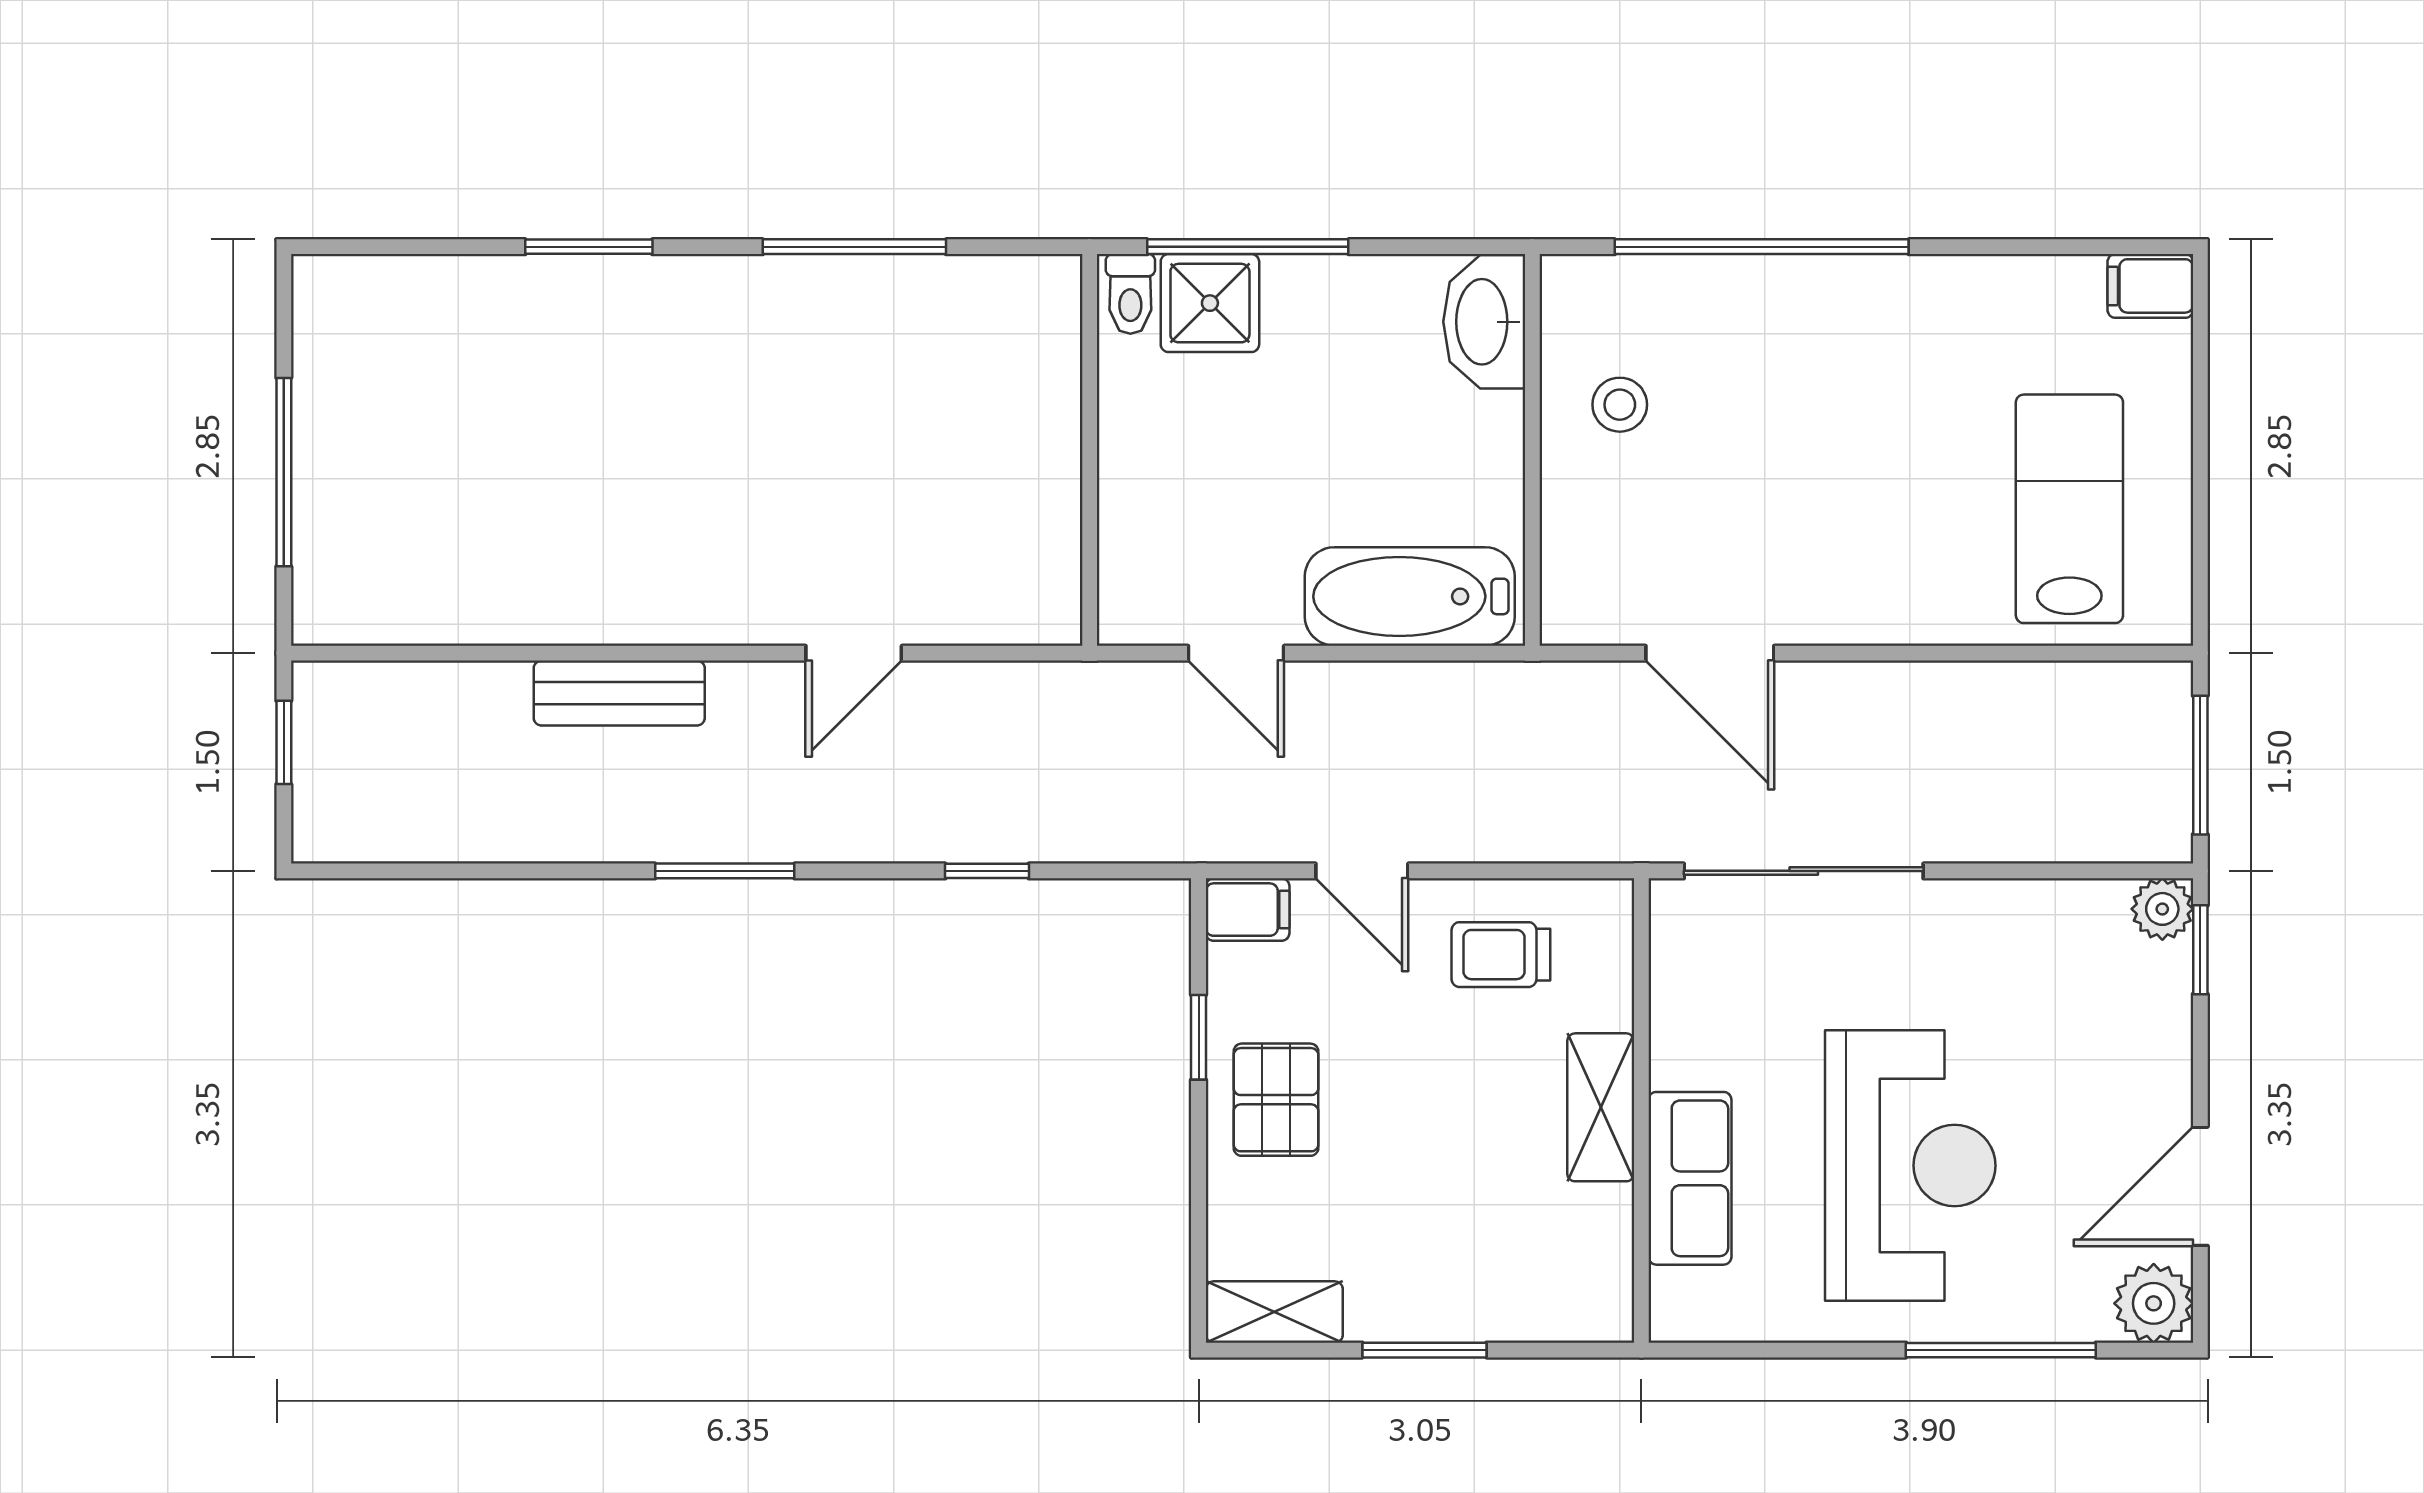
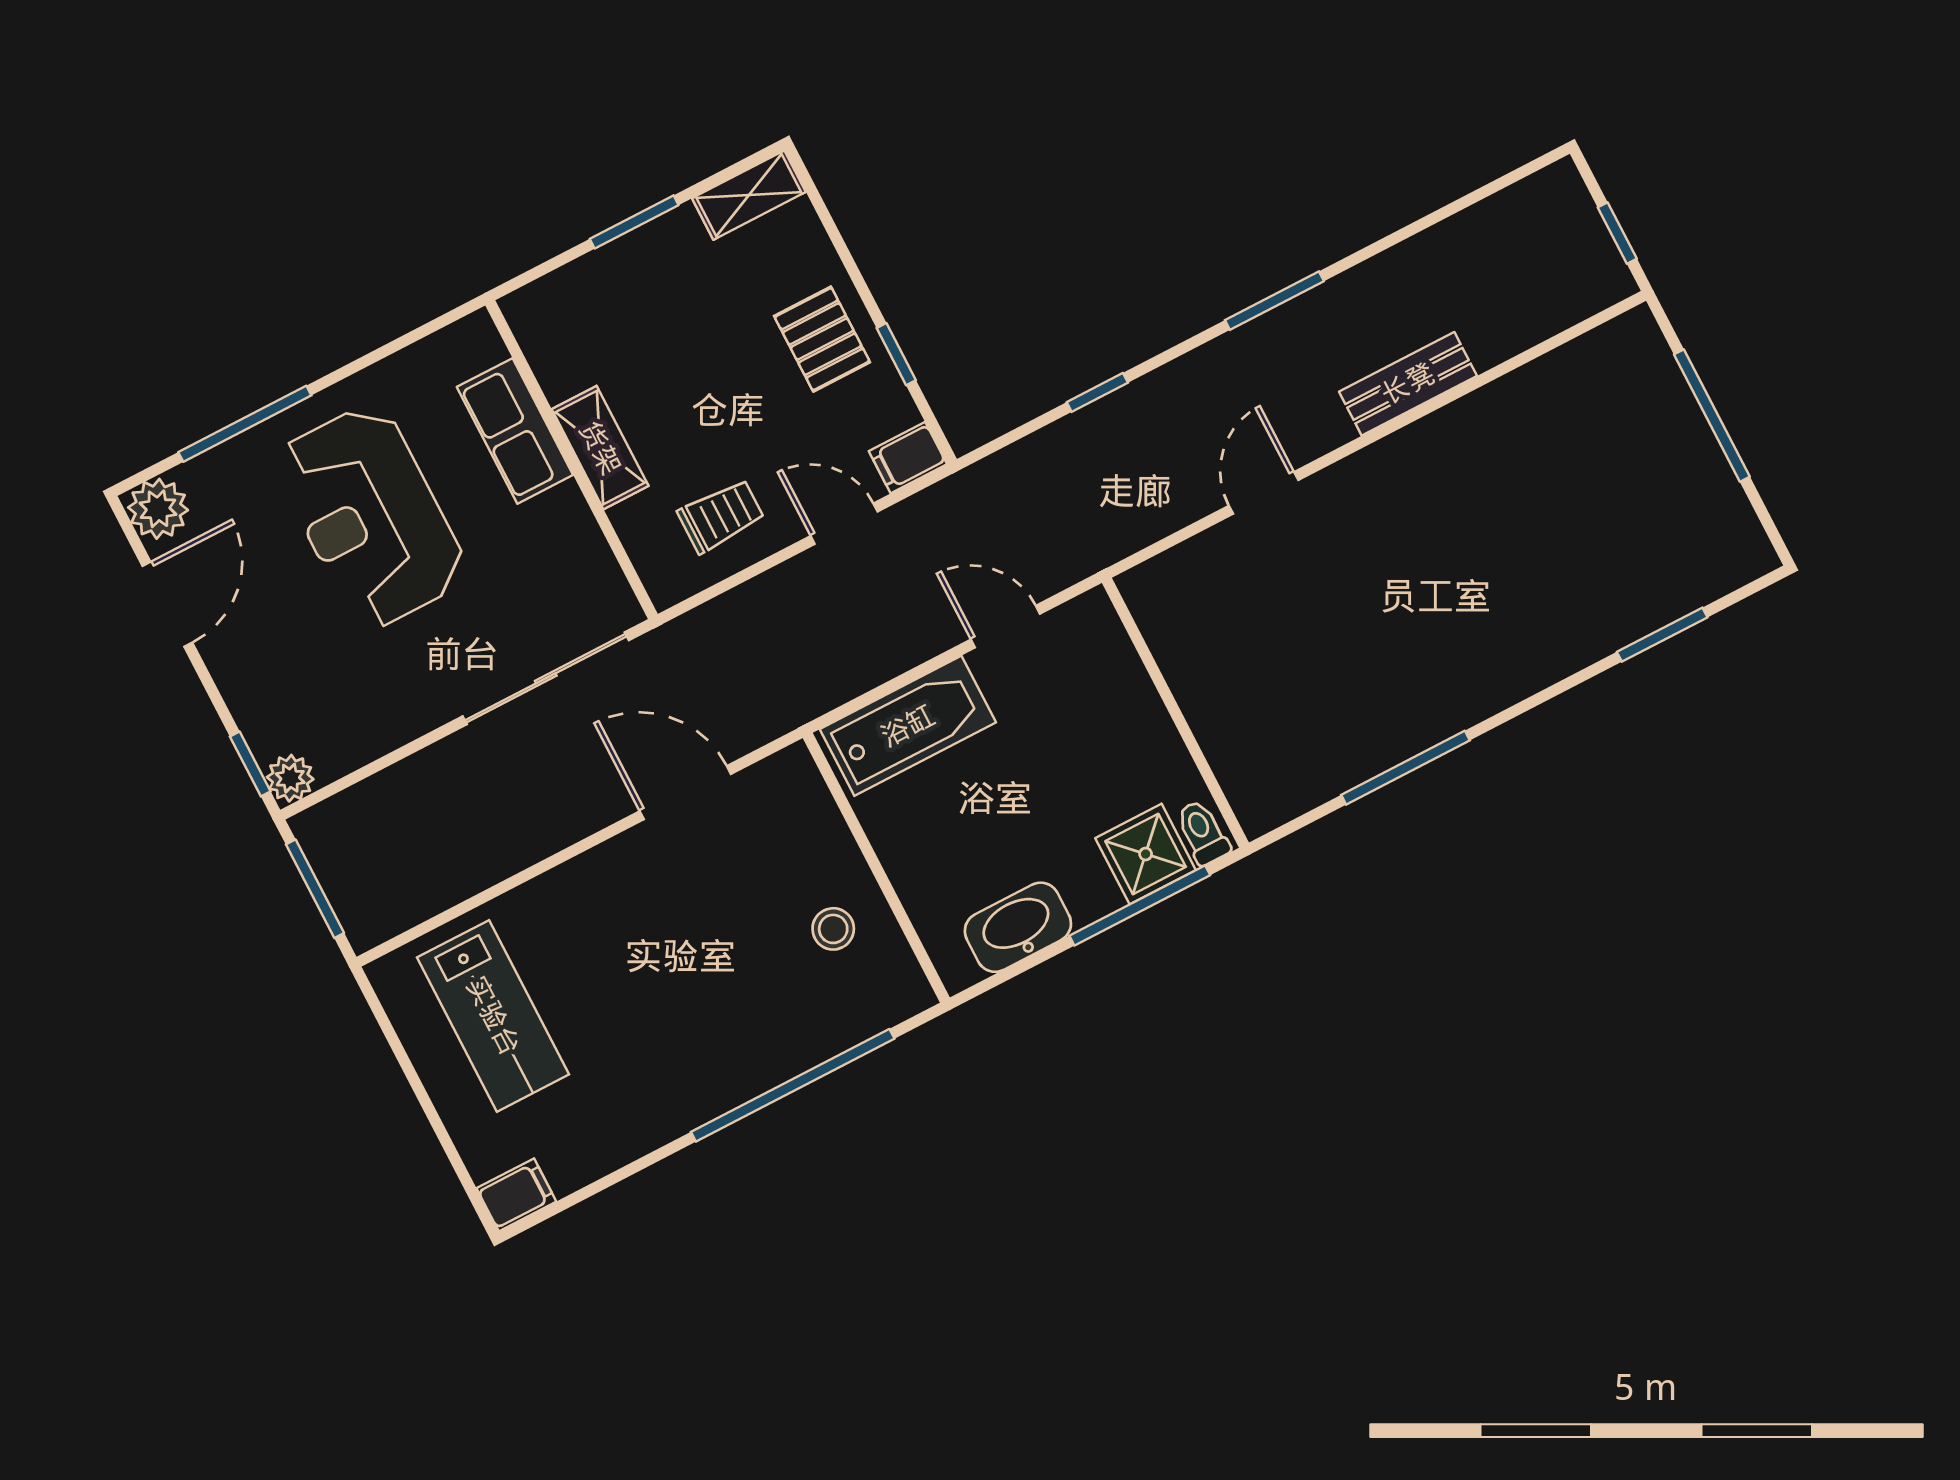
window: (589, 247) -> (1662, 635), moved
washbasin: (1484, 322) -> (1018, 927), moved, turned -90

